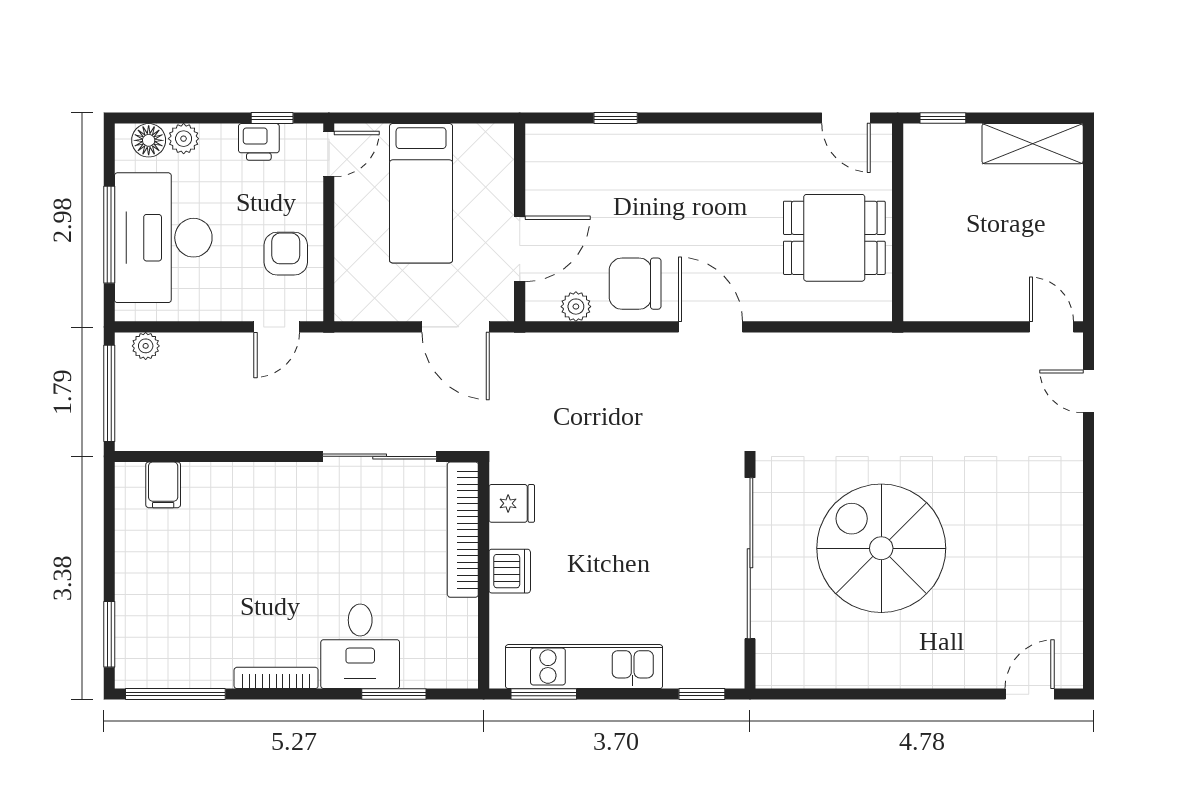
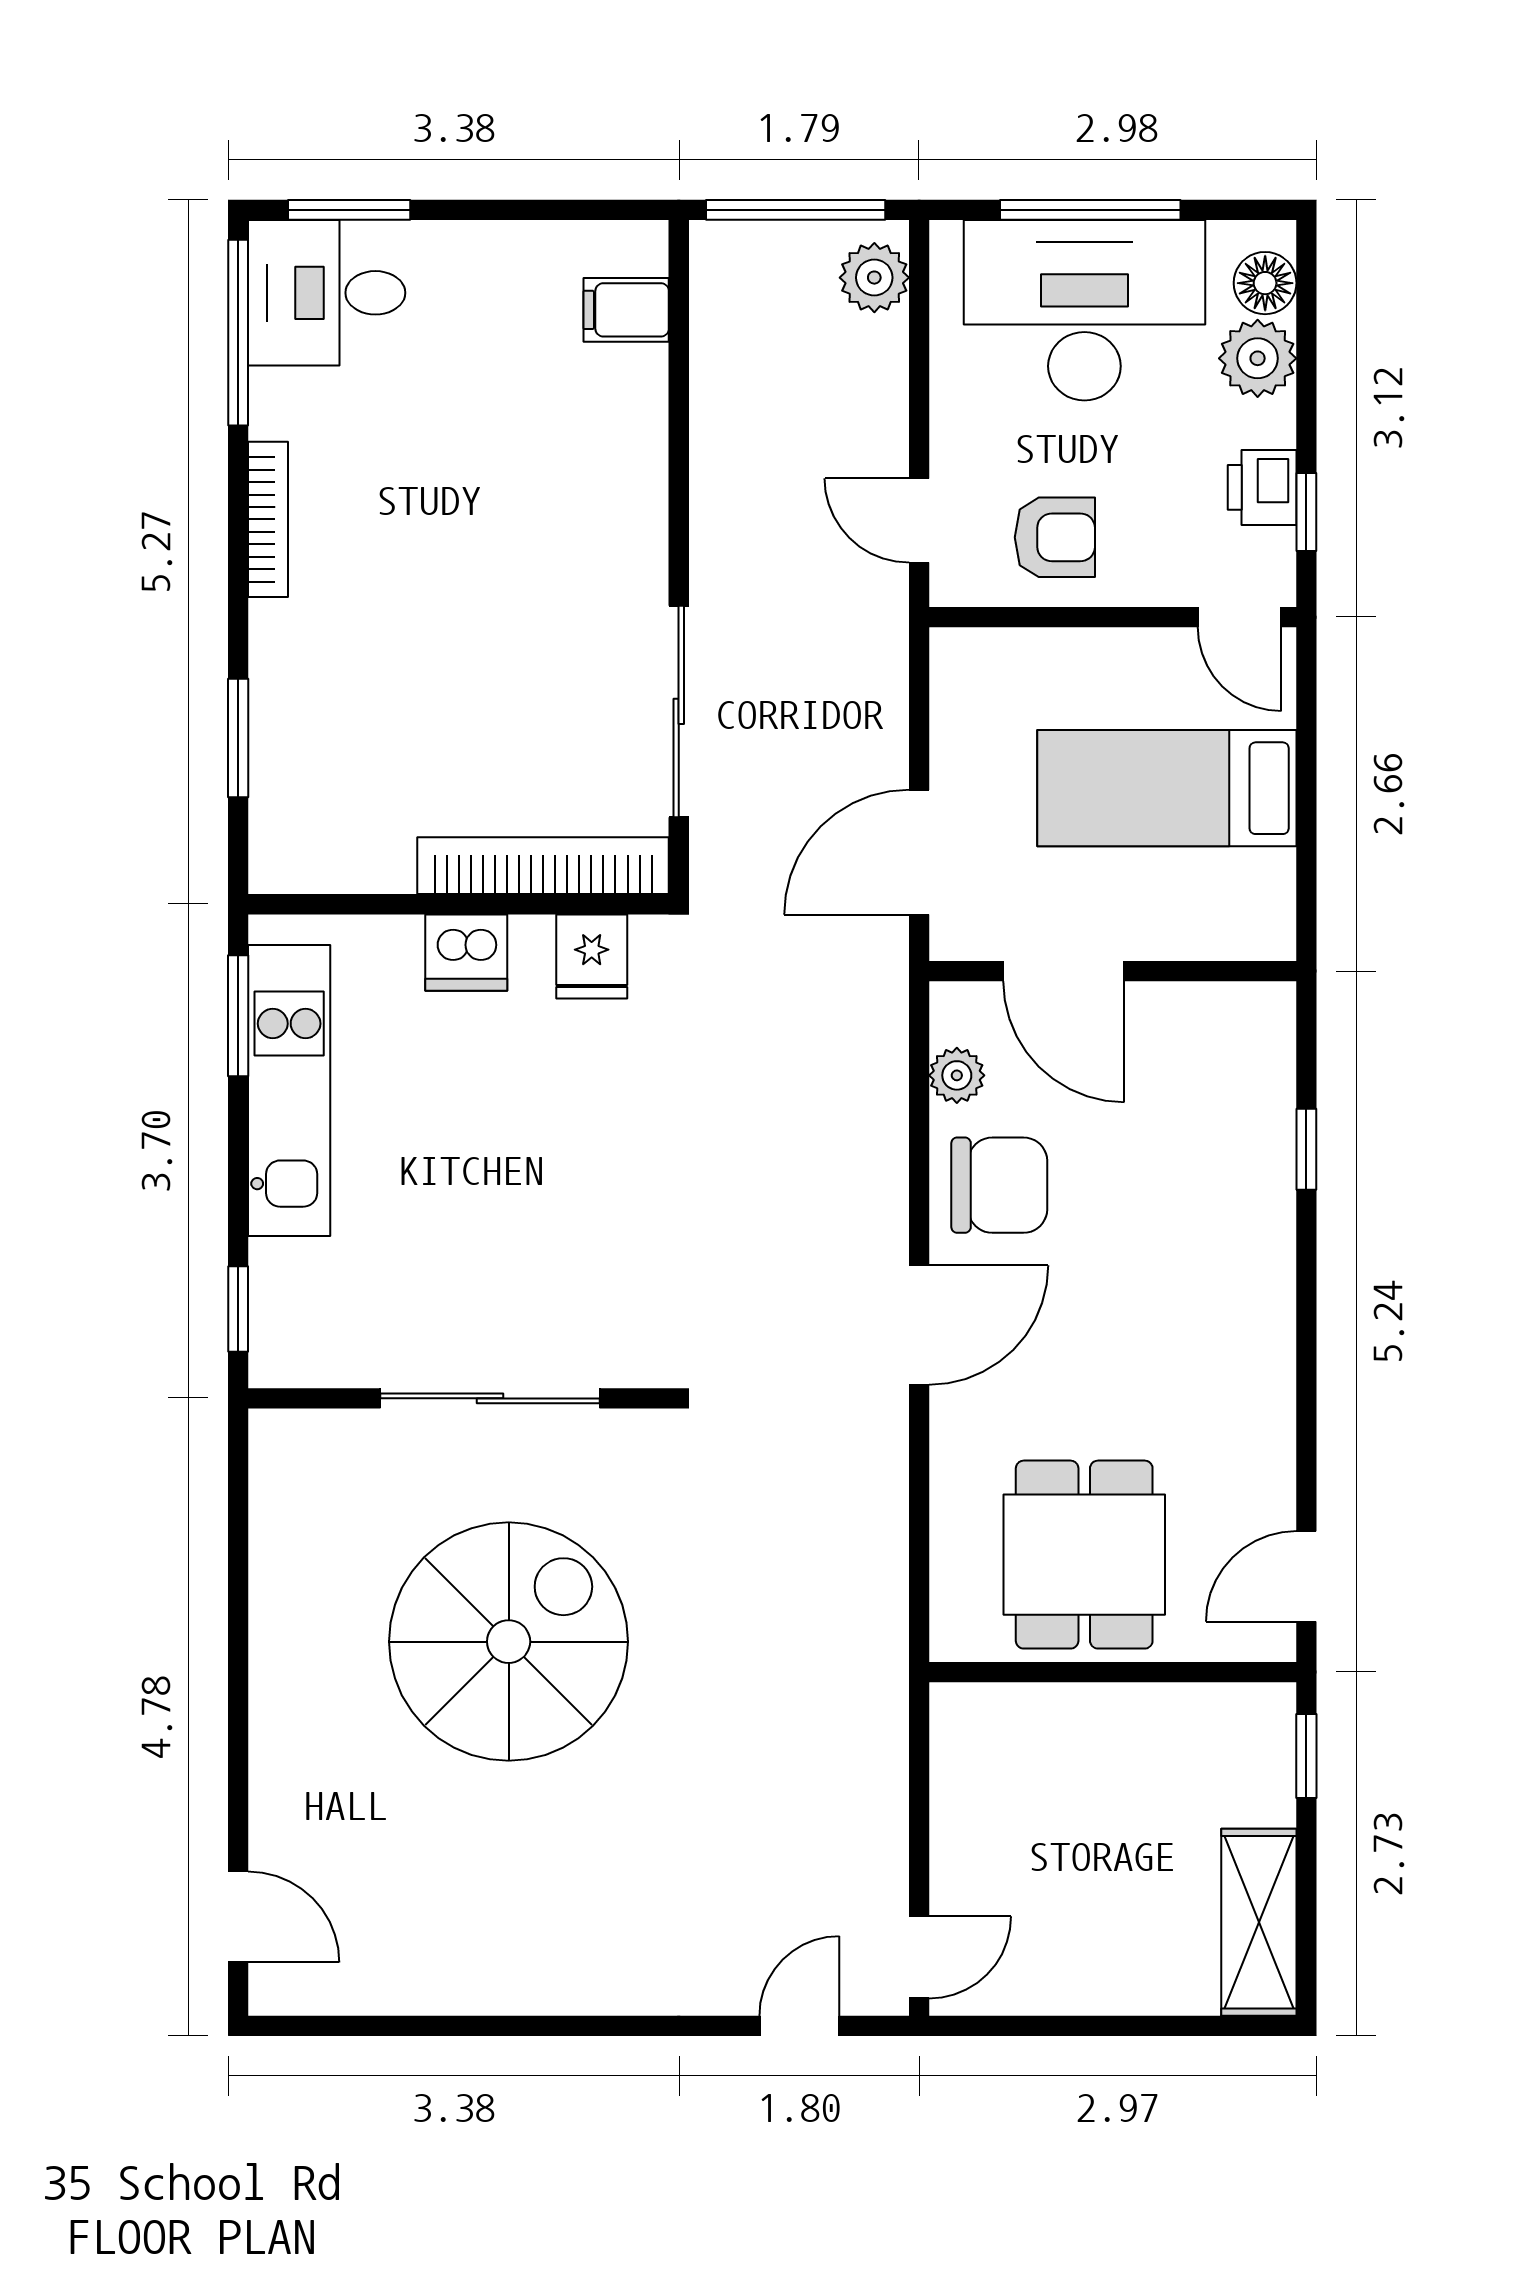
plant: (184, 139) -> (1258, 358), width x1.38, depth x1.38
chair: (635, 284) -> (999, 1185), turned 90
plant: (146, 346) -> (874, 278), width x1.38, depth x1.38
sliding door: (750, 558) -> (490, 1398), width x0.73
desk: (360, 646) -> (327, 293), moved

